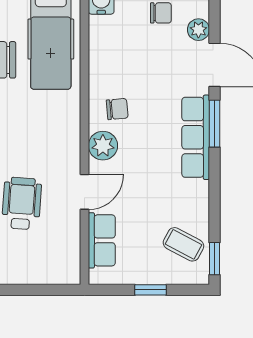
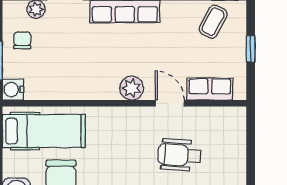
chair: (117, 109) -> (102, 76), removed

